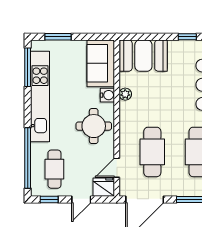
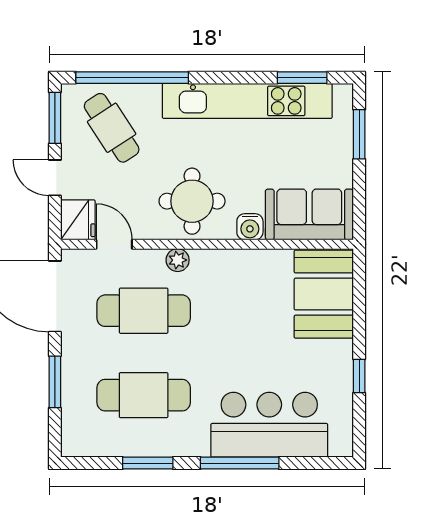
window: (28, 67) -> (302, 78), width x0.69
plant: (125, 94) -> (178, 260), moved
cafe table: (54, 169) -> (112, 128), turned 57
window: (49, 199) -> (55, 118), width x1.50

